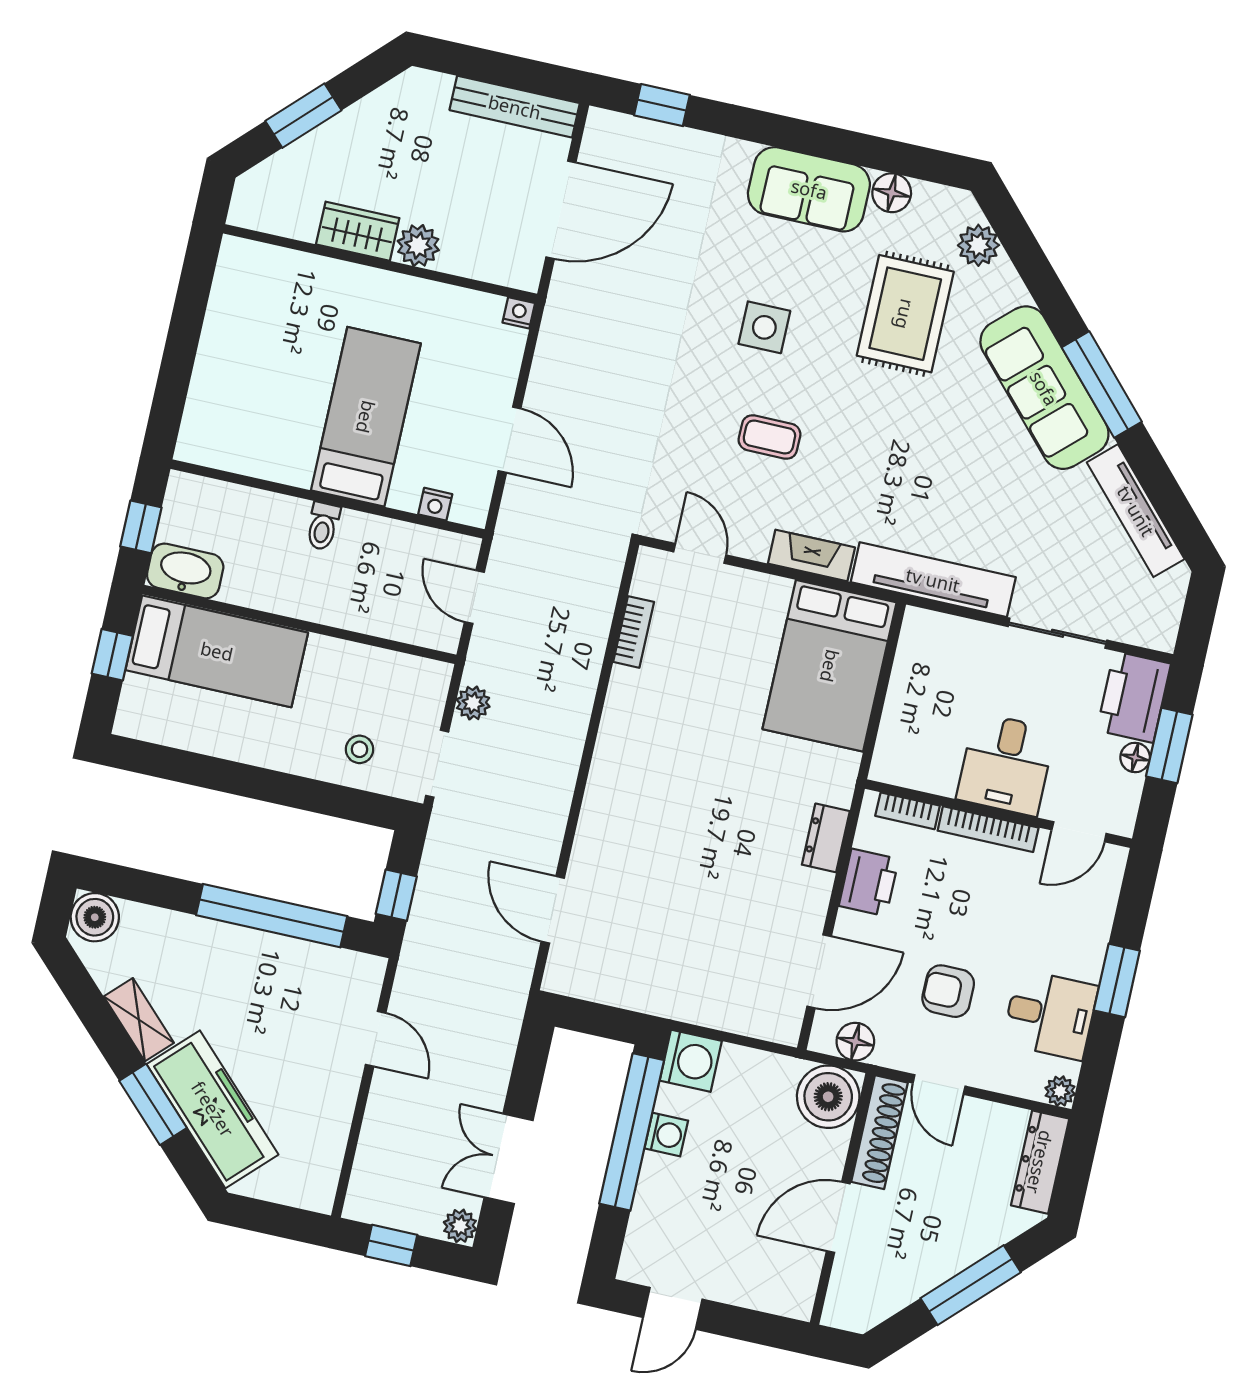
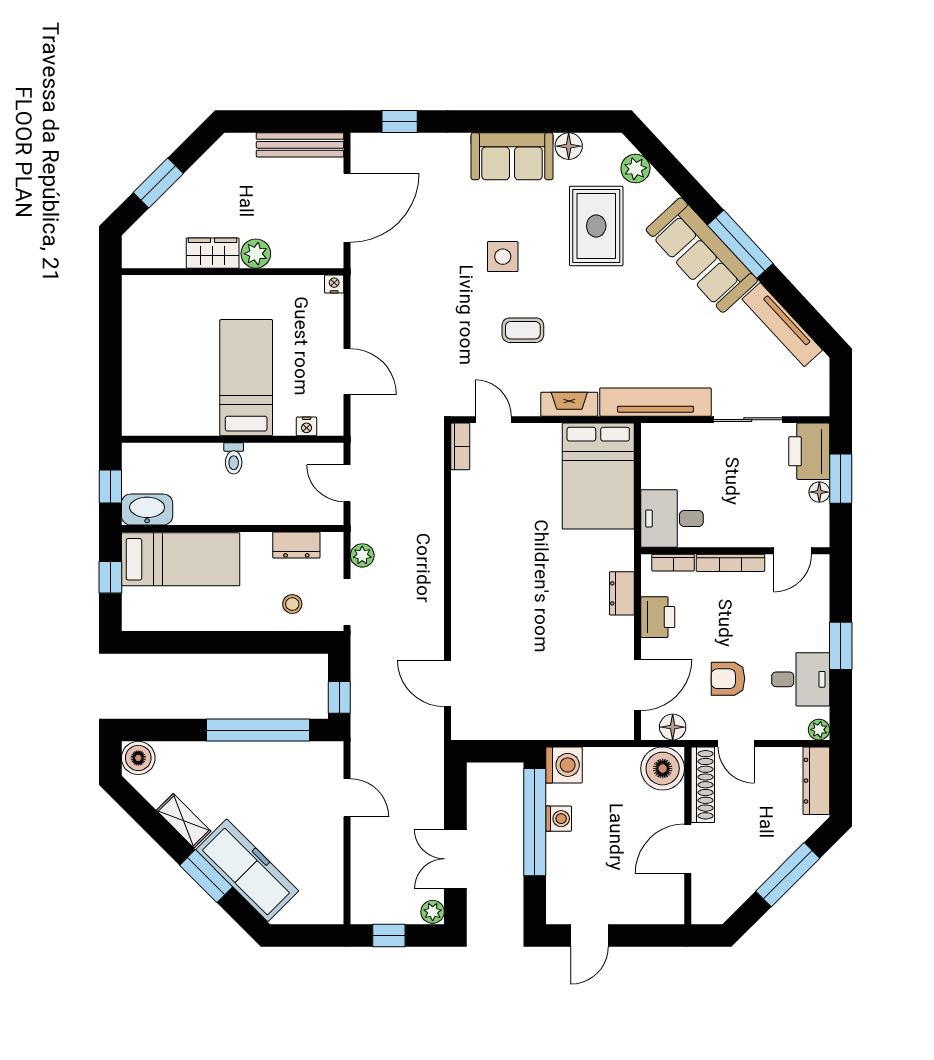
bookcase: (634, 632) -> (460, 446), moved
dresser: (384, 668) -> (296, 545), added
desk: (1006, 764) -> (672, 519), moved, turned 90

